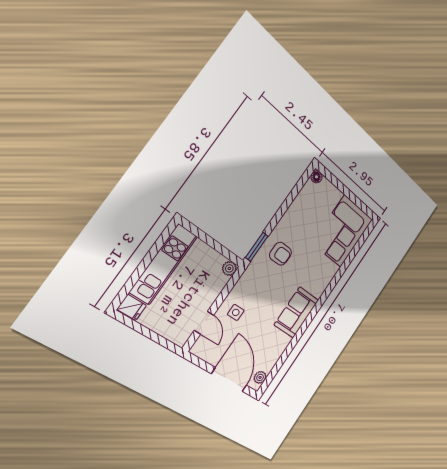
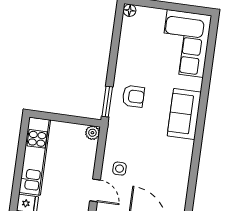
sofa: (296, 312) -> (184, 114), moved

